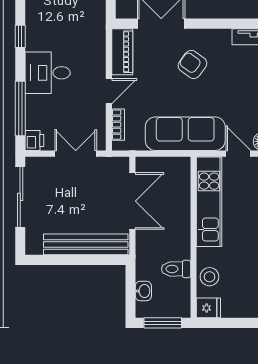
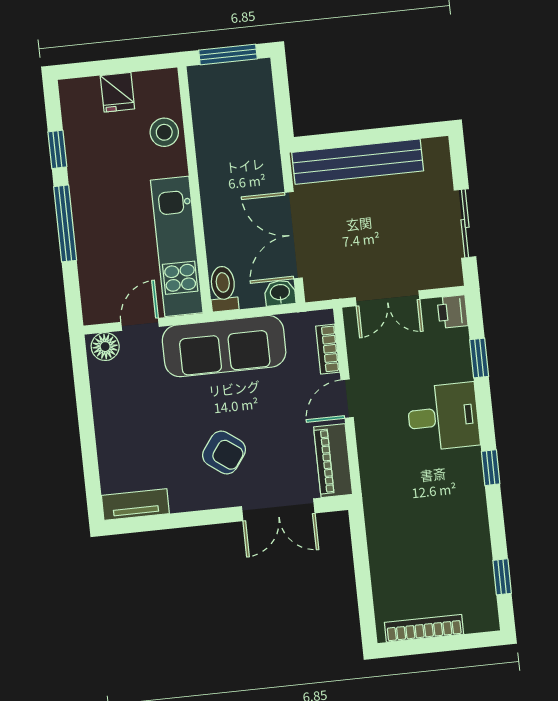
window: (20, 108) -> (479, 358), width x0.46
door: (238, 154) -> (140, 324), swing flipped
sliding door: (20, 197) -> (465, 223), width x0.73
toilet: (176, 269) -> (223, 289), moved, turned -90
washbasin: (143, 291) -> (280, 293), moved, turned 90
fridge: (208, 308) -> (117, 92), moved, turned -90

